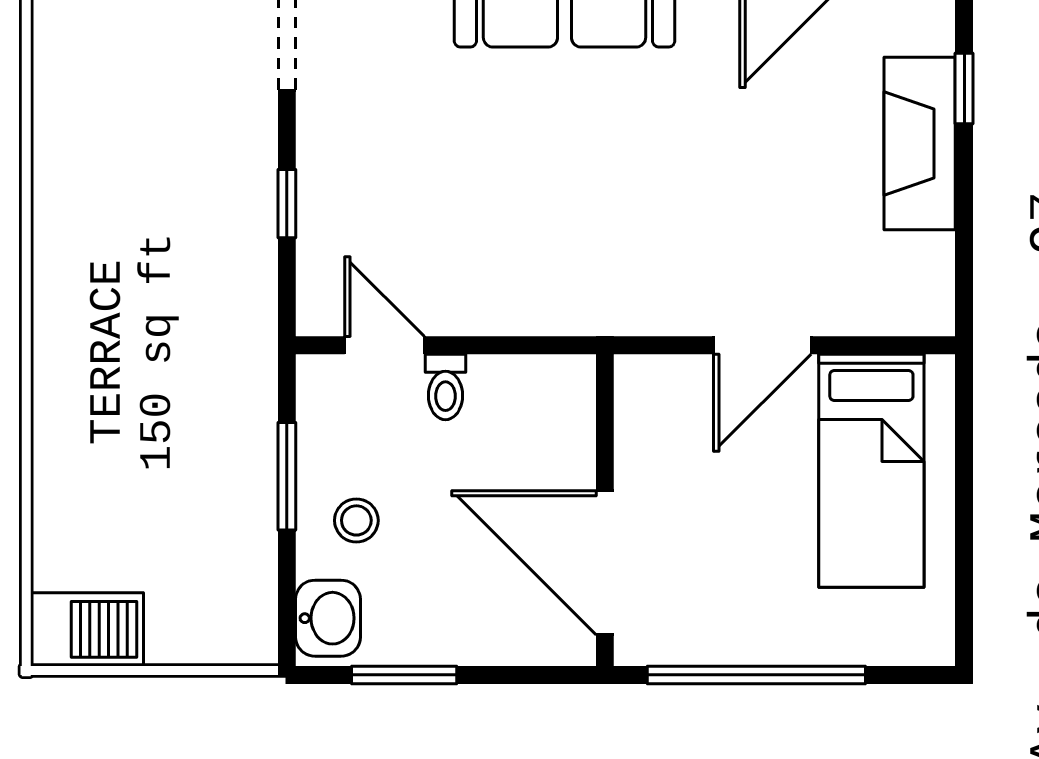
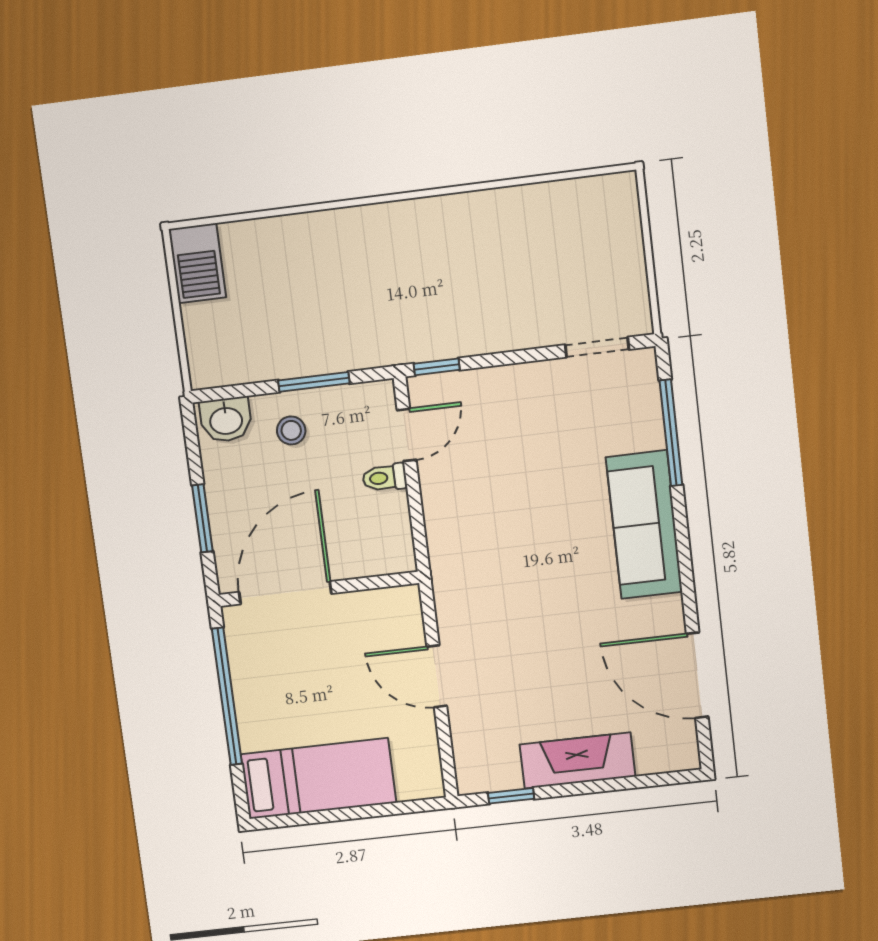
window: (964, 88) -> (511, 796), moved
window: (287, 204) -> (437, 367), moved
bed: (871, 471) -> (318, 779), moved, turned 180
window: (404, 675) -> (202, 518), moved

